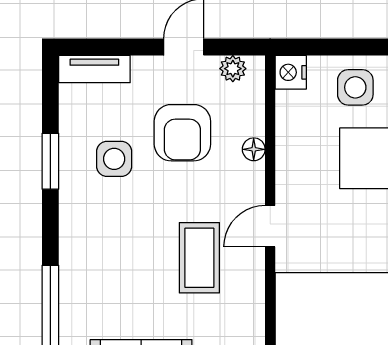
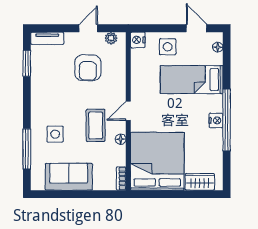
floor lamp: (254, 149) -> (121, 139), moved
side table: (114, 159) -> (55, 134), moved
window: (50, 161) -> (27, 63), moved

